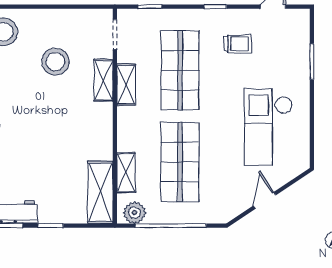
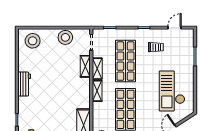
stool: (55, 62) -> (65, 37), moved
shelving: (126, 173) -> (97, 91), moved

